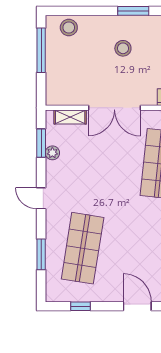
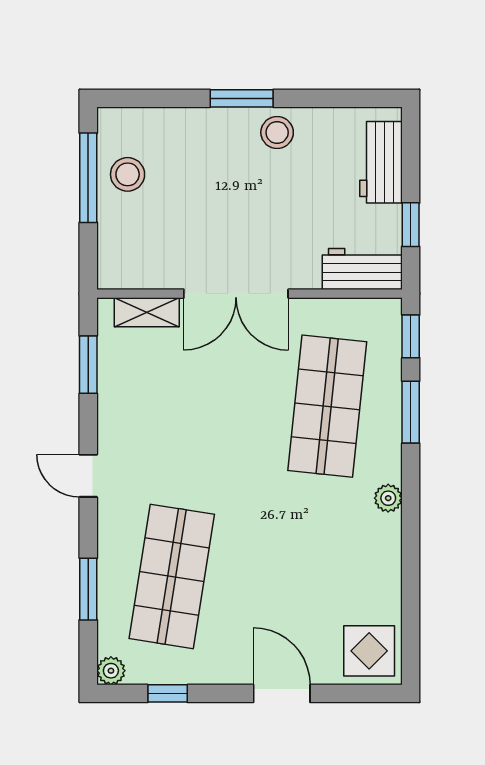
window: (133, 11) -> (242, 98), moved
stool: (69, 28) -> (128, 174), moved
stool: (123, 48) -> (277, 132), moved
plant: (52, 153) -> (111, 671), moved

